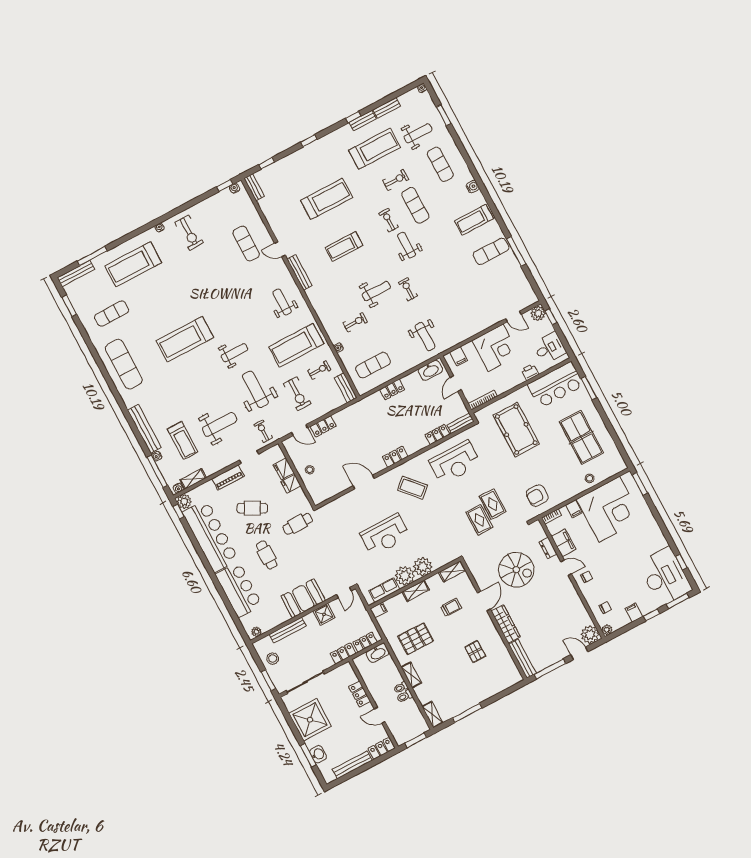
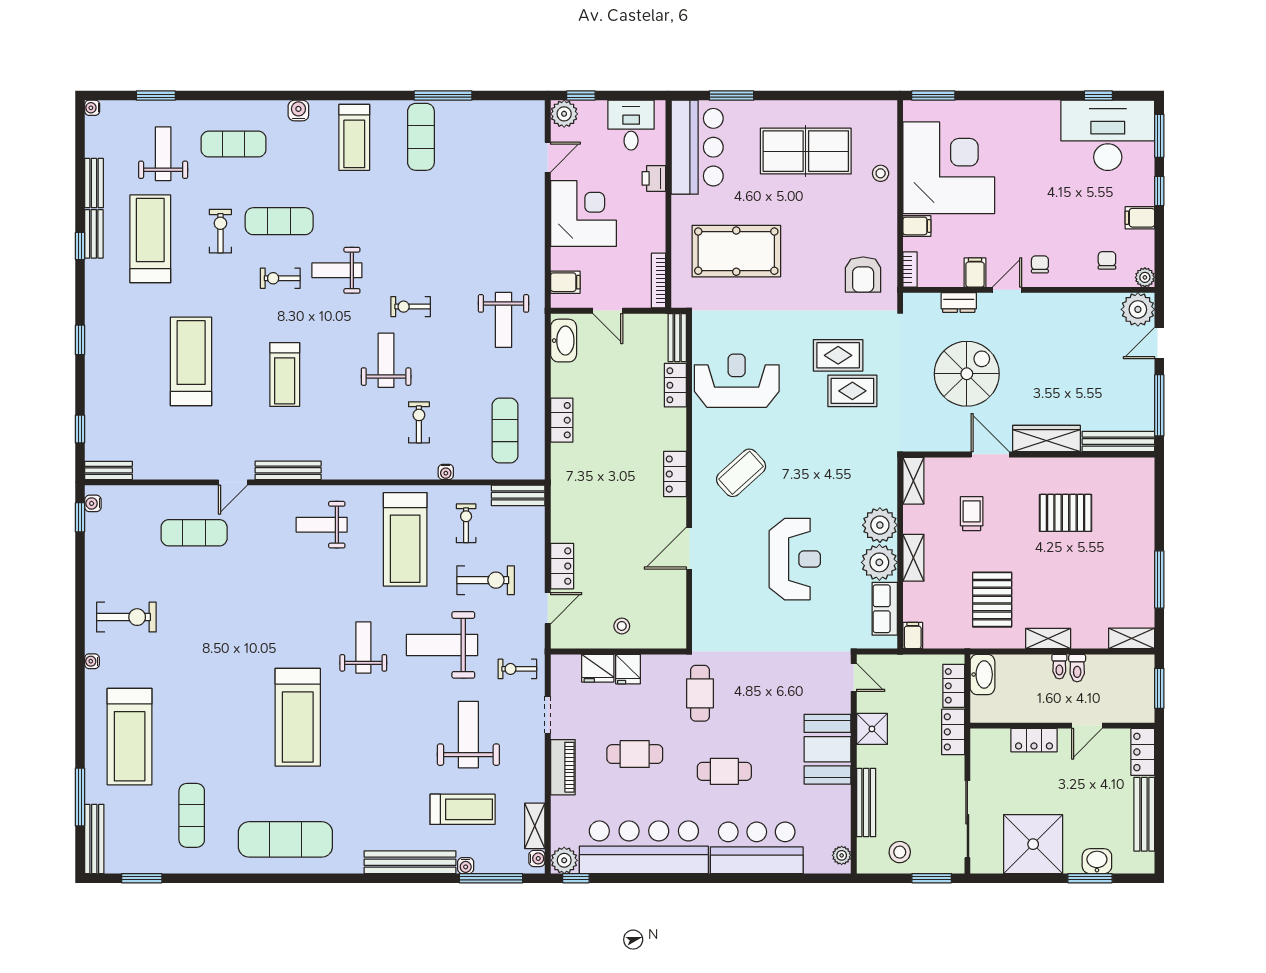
weight bench: (425, 337) -> (504, 320), turned 90
reception desk: (455, 462) -> (737, 381), turned -90
cafe table: (252, 508) -> (635, 754), turned 62
filing cabinet: (564, 543) -> (975, 272), width x0.50
pallet: (475, 652) -> (1066, 513), width x1.50, depth x1.42

